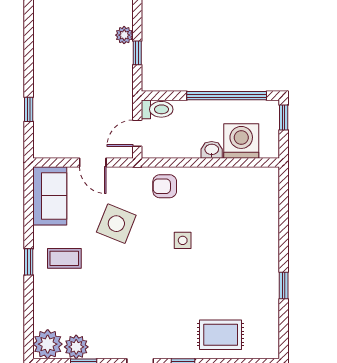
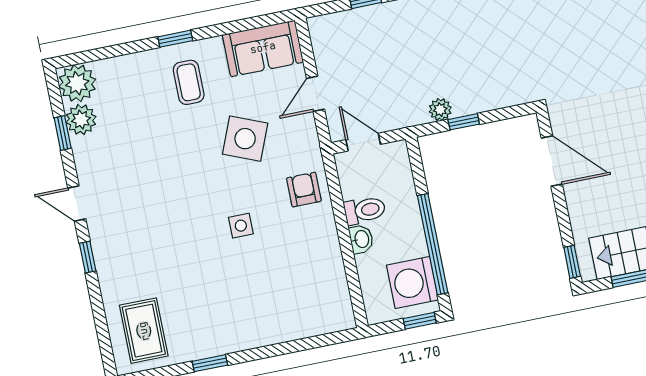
plant: (124, 35) -> (440, 110), moved
toilet: (157, 109) -> (365, 210), moved, turned -90
washing machine: (241, 141) -> (412, 283), moved, turned 180
rug: (221, 335) -> (144, 331), moved

